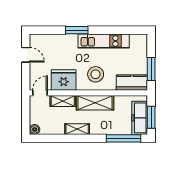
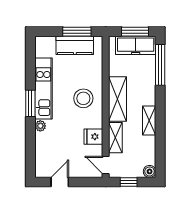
window: (77, 30) -> (30, 103), moved
plant: (73, 38) -> (40, 126), added
fridge: (64, 80) -> (93, 137), width x0.53, depth x0.75
kitchen counter: (132, 83) -> (75, 45), moved, turned -90
window: (26, 112) -> (129, 182), added

